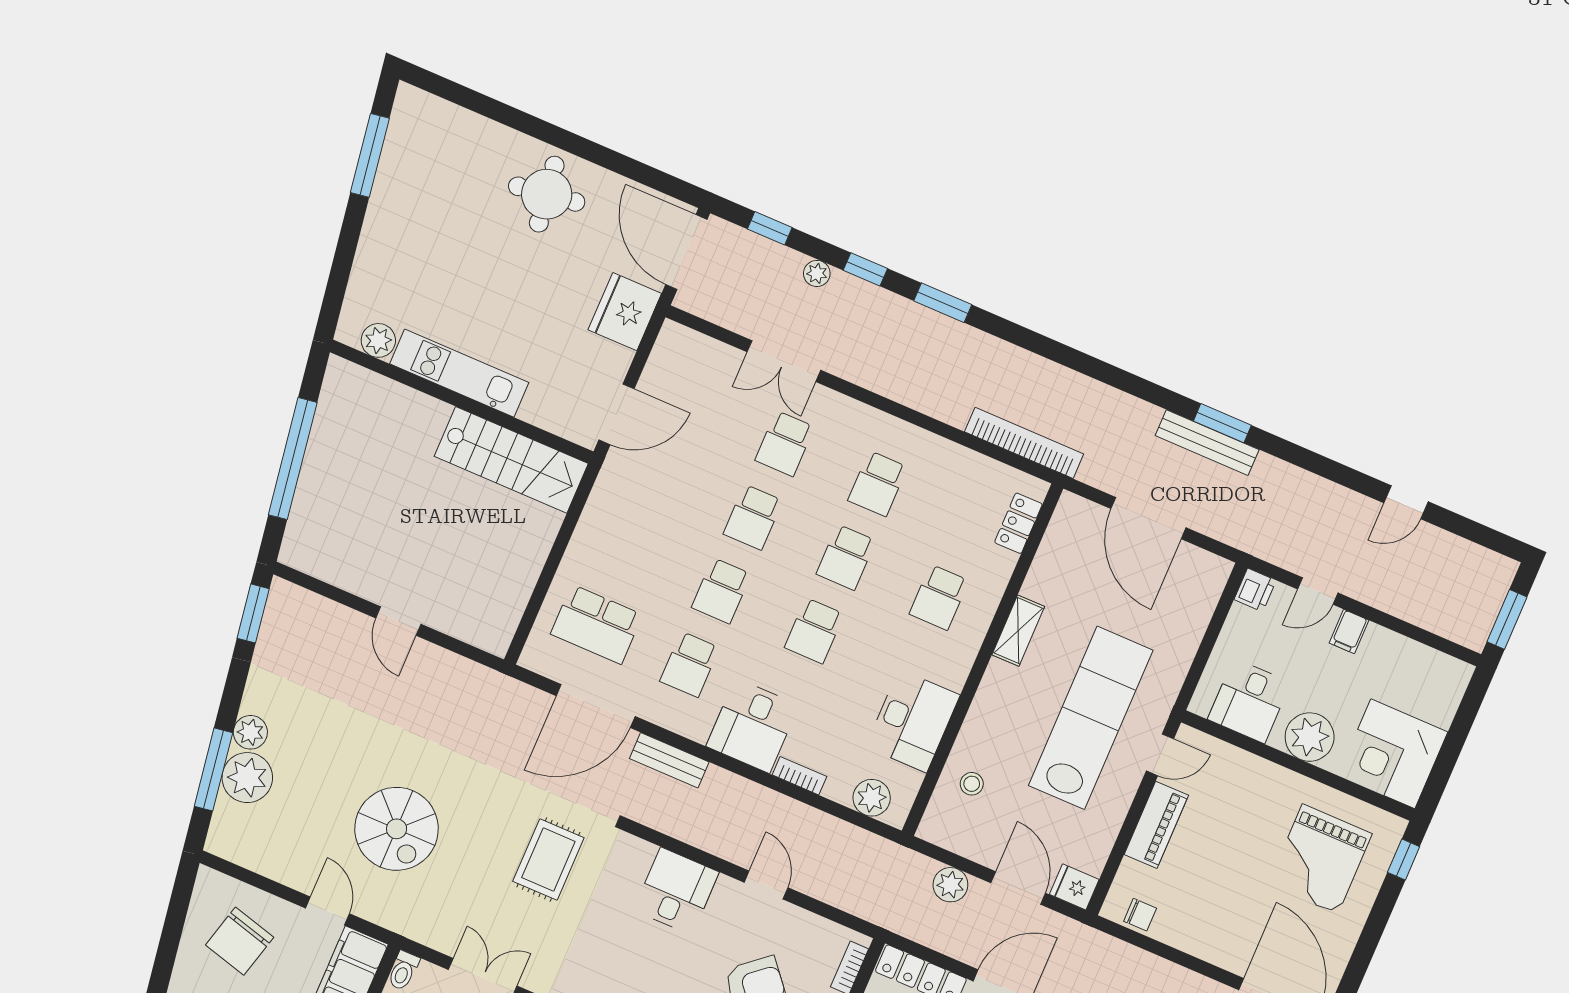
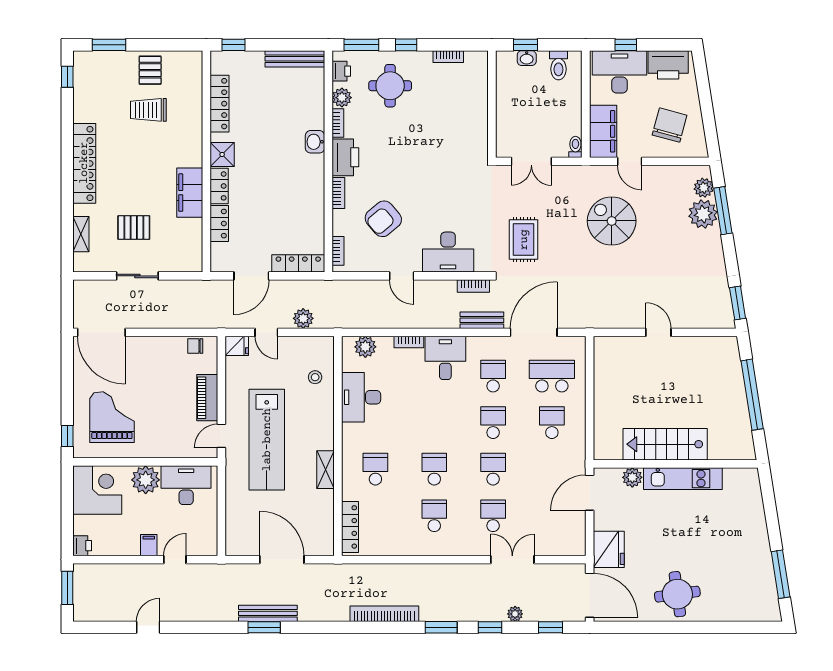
plant: (378, 340) -> (632, 477), moved
bookcase: (1024, 443) -> (384, 614), moved, turned 180
stairs: (511, 460) -> (665, 444), moved
locker: (1018, 523) -> (350, 527), width x1.53
printer: (1255, 590) -> (82, 546), moved, turned 180
school desk: (814, 631) -> (552, 423), moved
desk: (1249, 701) -> (186, 485), width x1.37
plant: (250, 732) -> (704, 188), moved
bookcase: (659, 820) -> (473, 286), added
door: (1018, 888) -> (266, 332), width x0.73
desk: (676, 891) -> (448, 252), width x1.37

